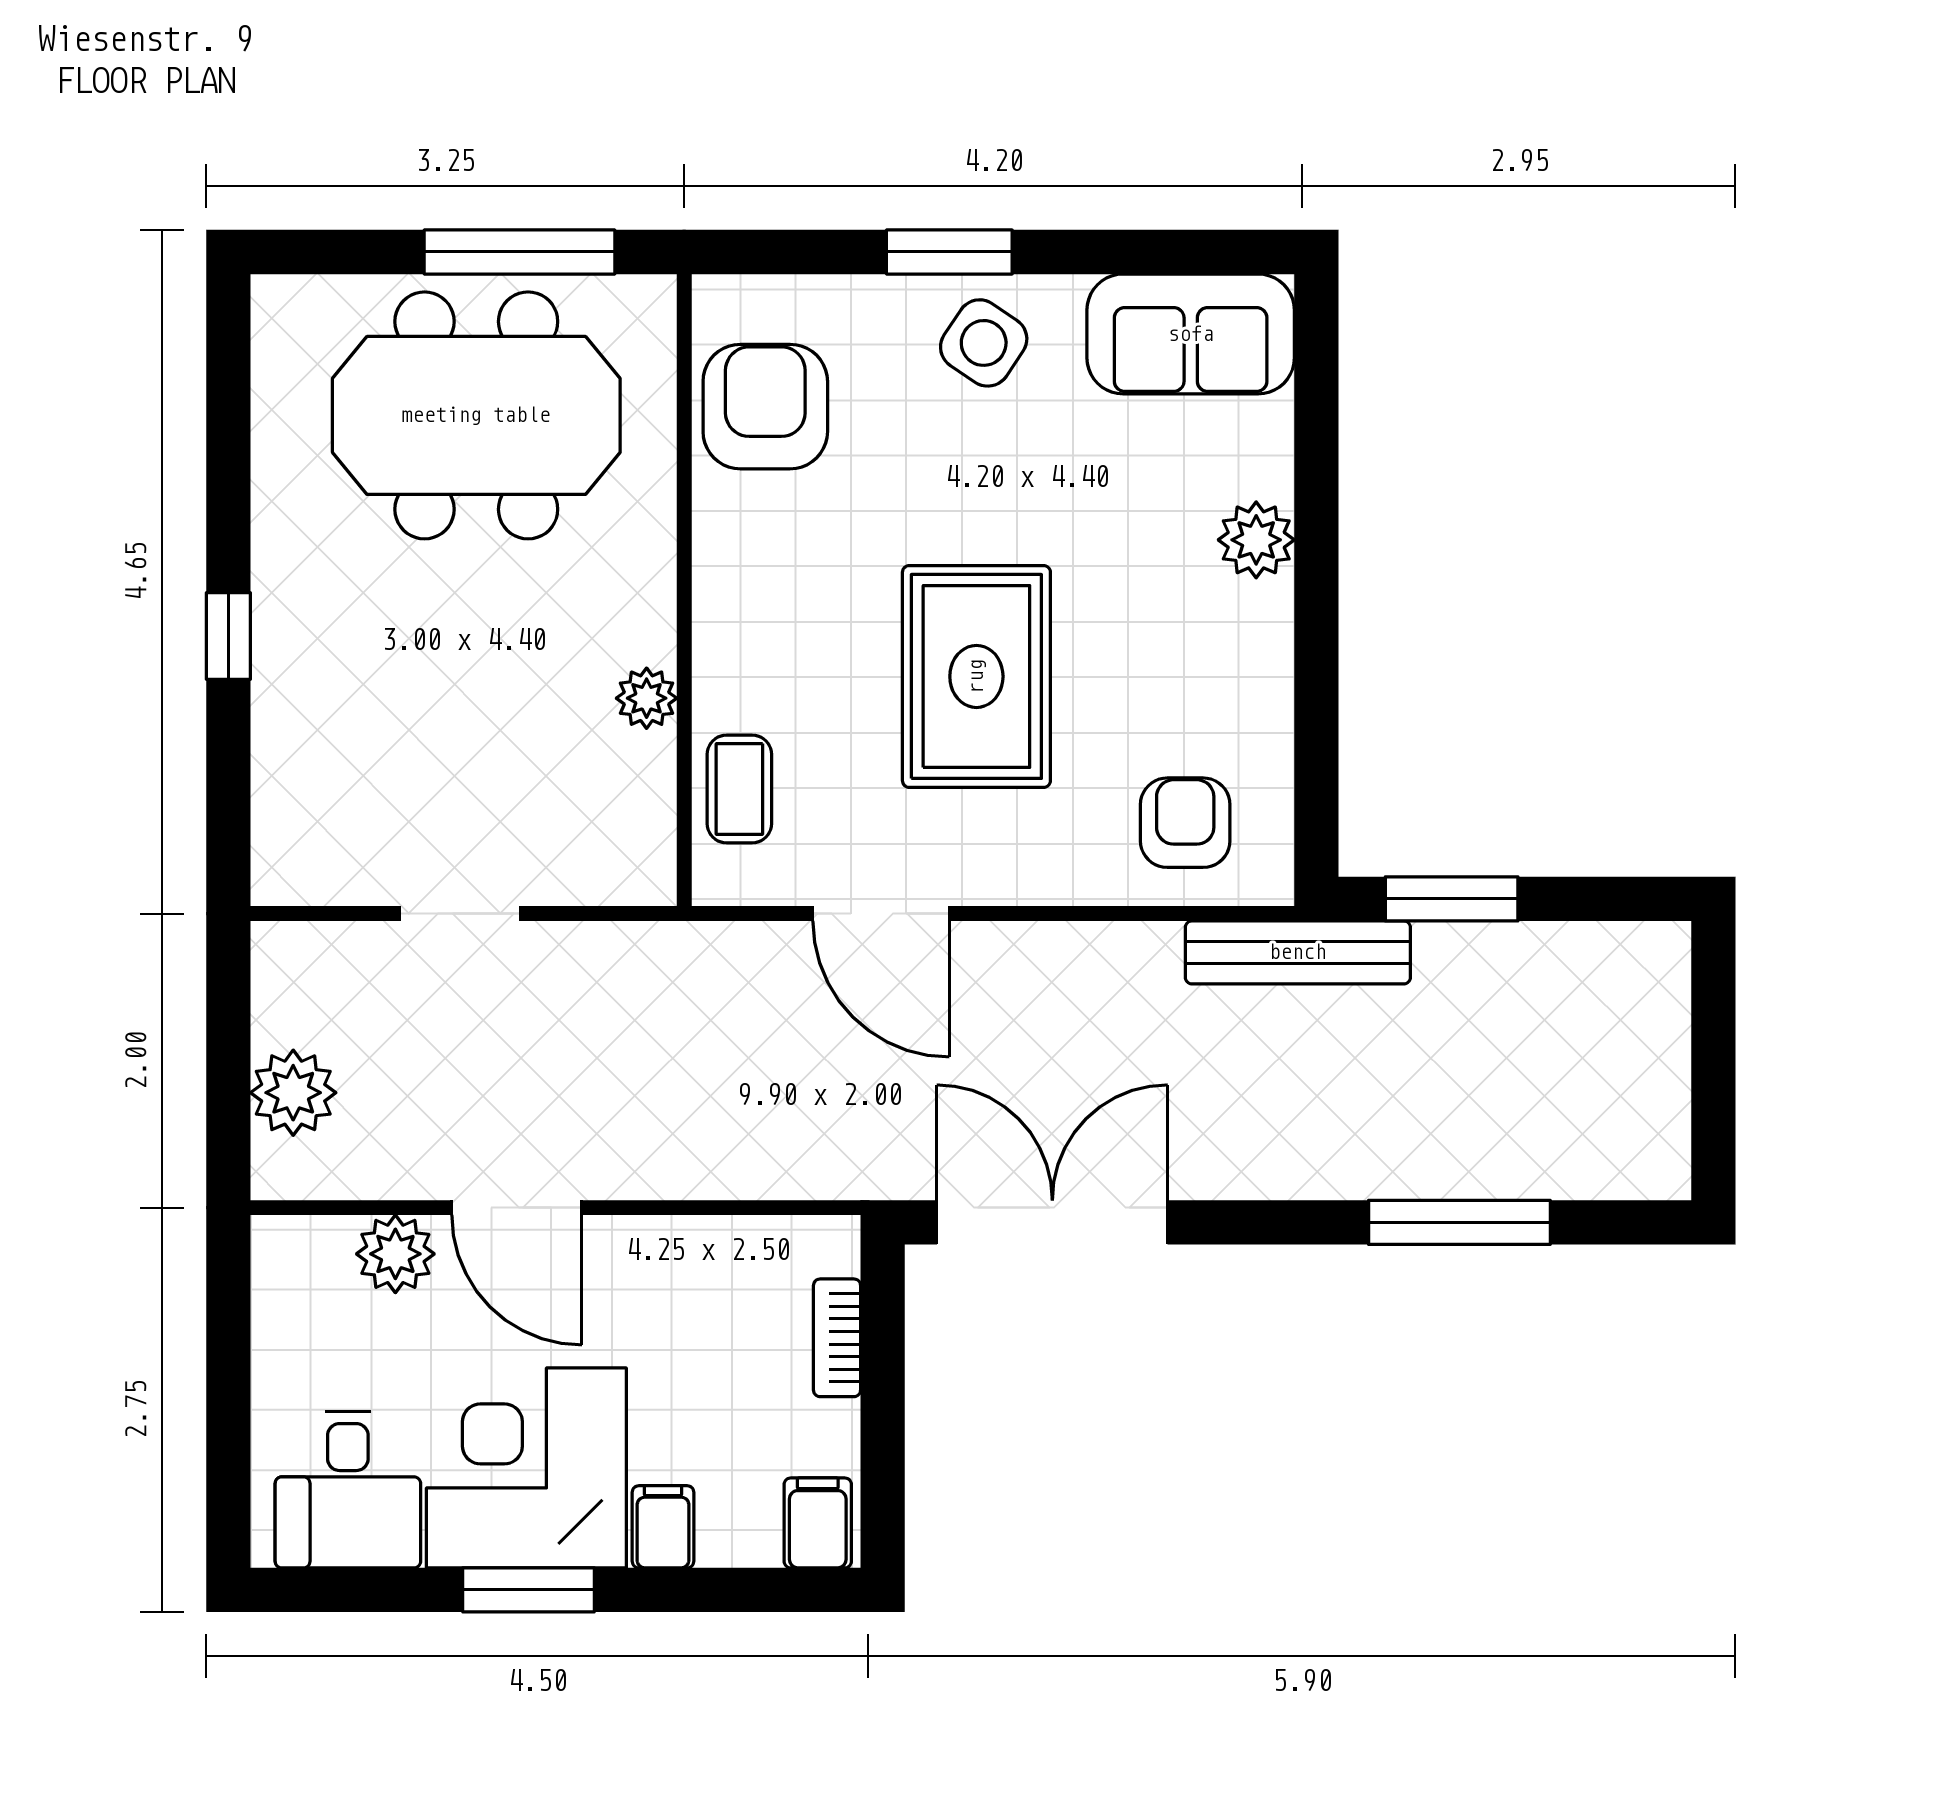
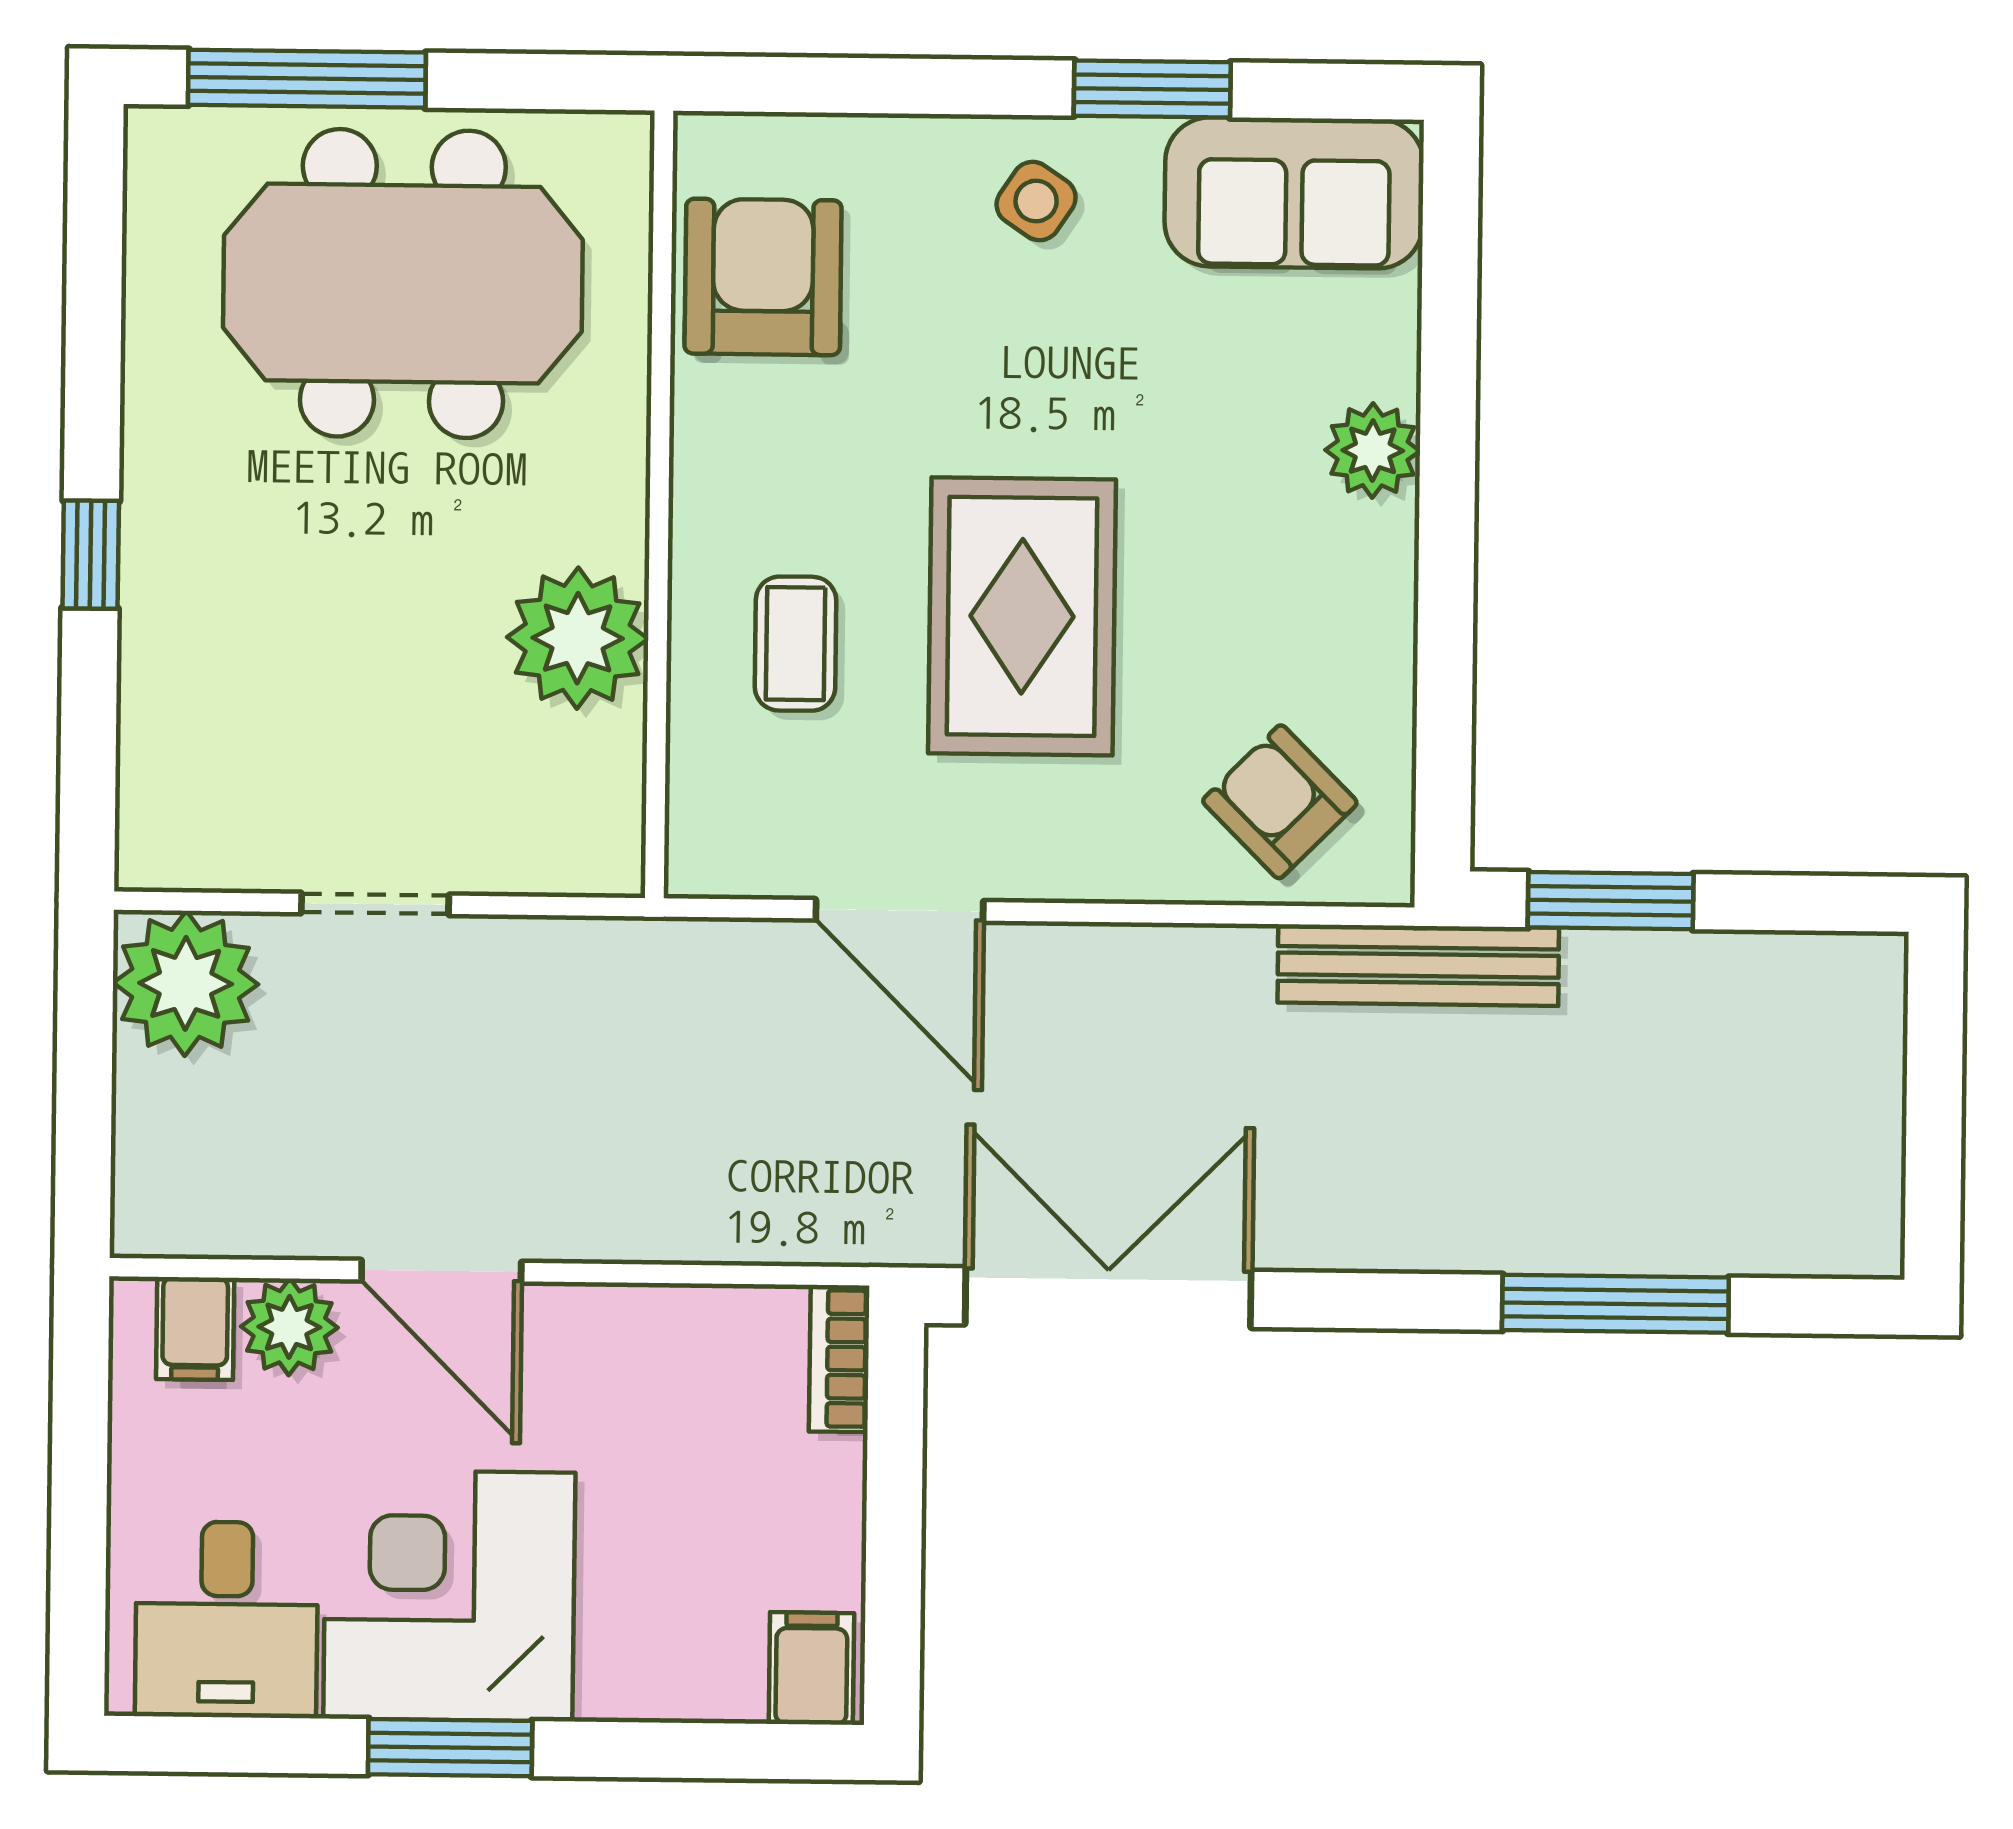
window: (519, 252) -> (307, 79), moved
window: (949, 252) -> (1152, 89), moved
side table: (984, 343) -> (1036, 201), width x0.73, depth x0.73
plant: (647, 698) -> (578, 638), width x1.87, depth x1.87
coffee table: (739, 789) -> (796, 644), moved
armchair: (1185, 823) -> (1280, 802), turned -45
plant: (293, 1093) -> (186, 983), moved, width x1.36, depth x1.36
bookcase: (837, 1338) -> (839, 1359), moved
filing cabinet: (663, 1527) -> (195, 1328), moved, turned 180

